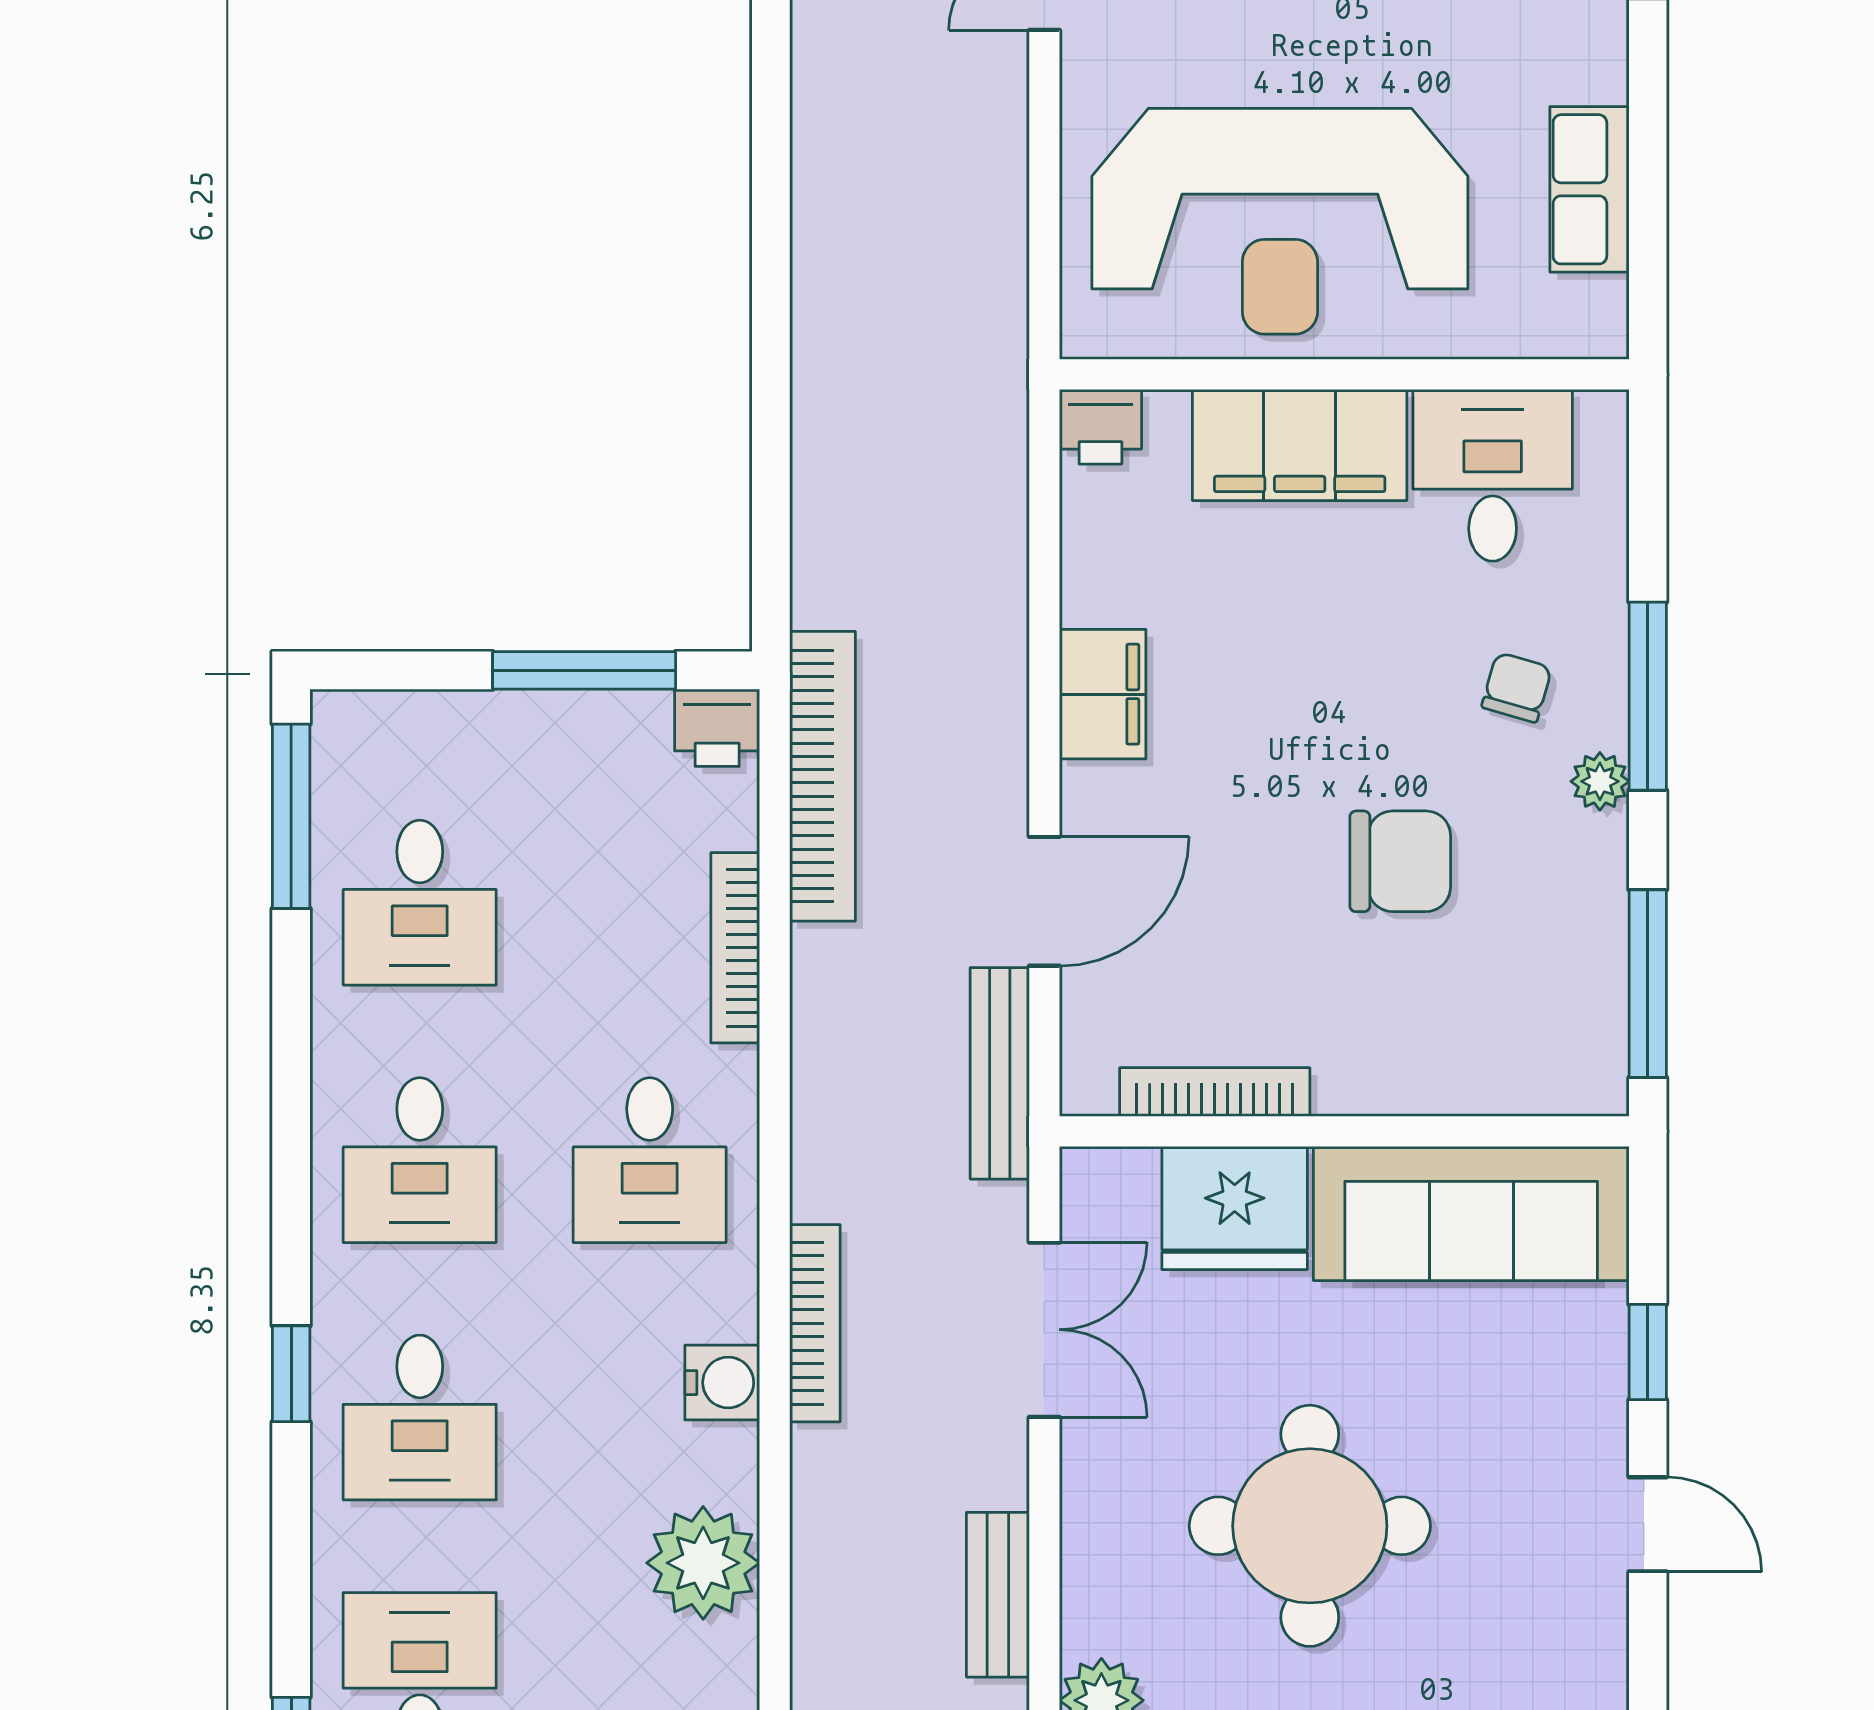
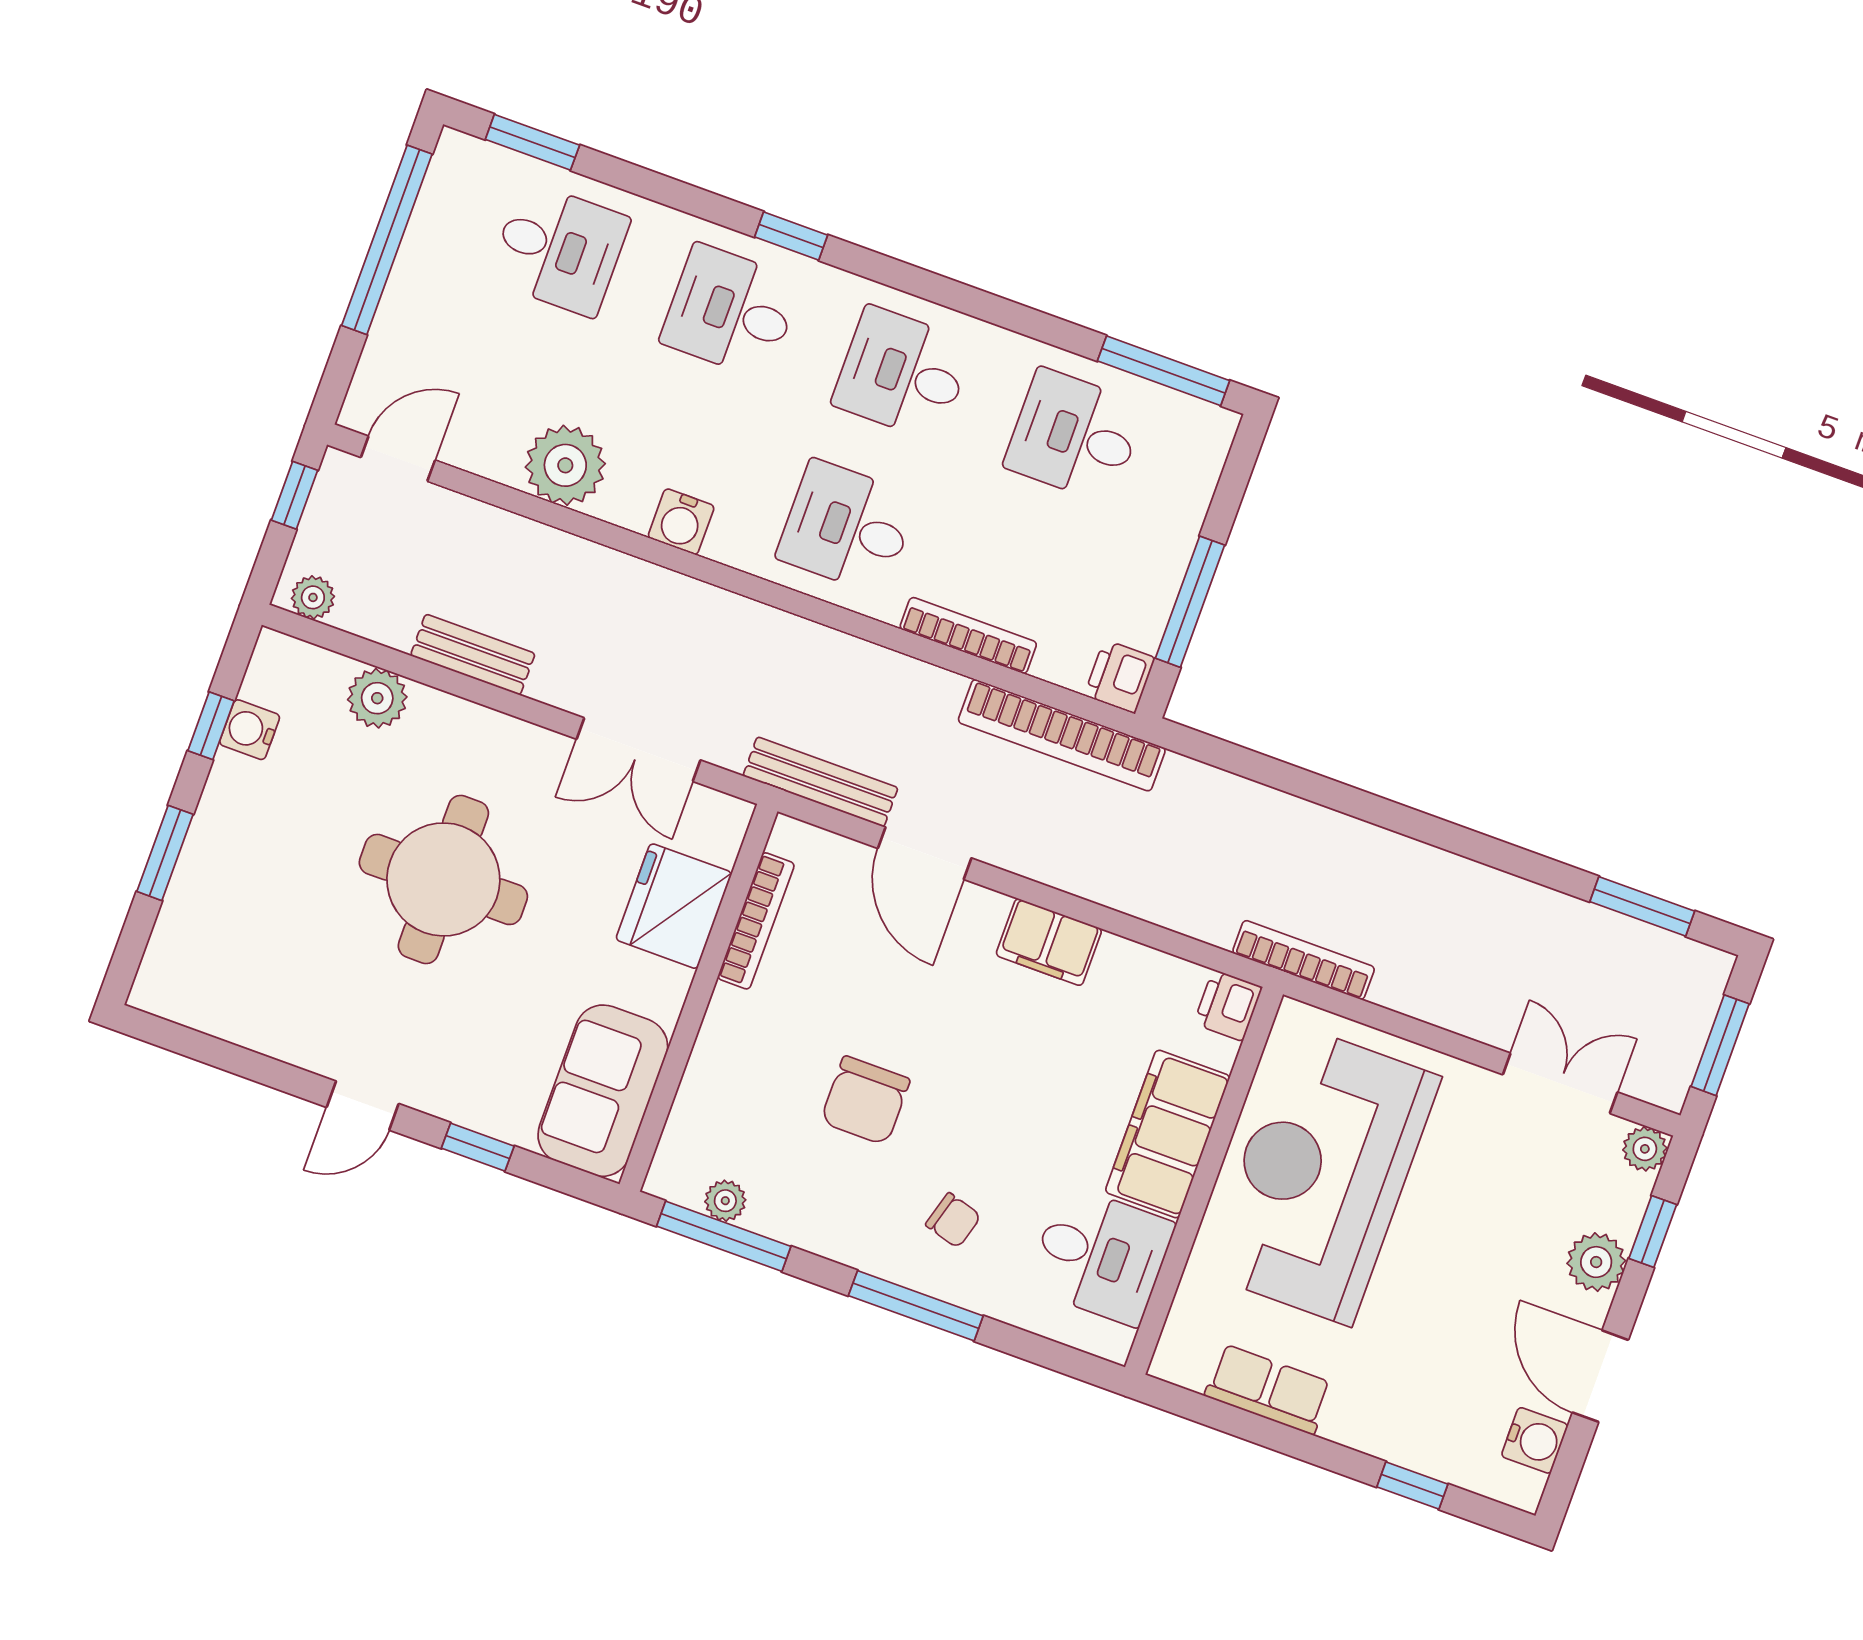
plant: (1600, 781) -> (725, 1201), moved
sofa: (1471, 1213) -> (603, 1091), width x0.73
bookcase: (815, 1323) -> (1304, 960), moved, turned 180

